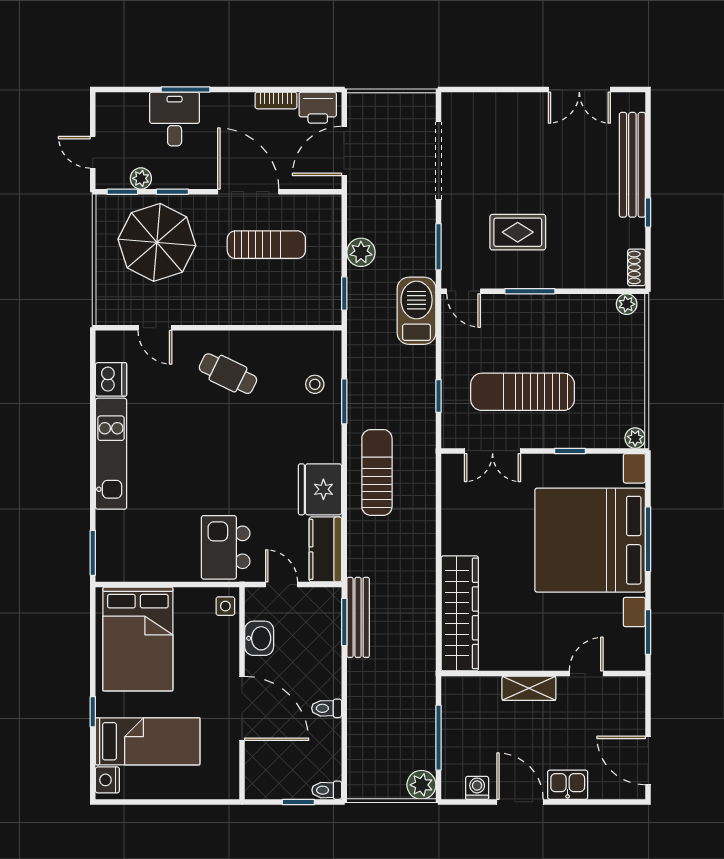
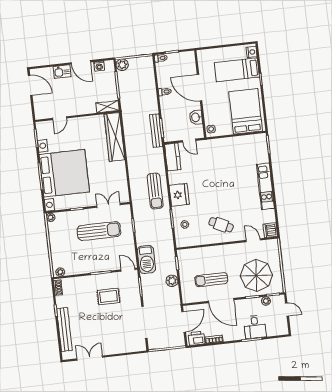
dishwasher: (111, 379) -> (270, 230), moved
fridge: (320, 489) -> (179, 195), moved
kitchen island: (226, 547) -> (214, 153), removed
shelving: (529, 688) -> (107, 107), moved

